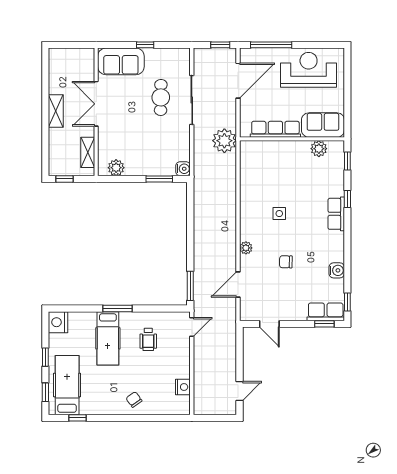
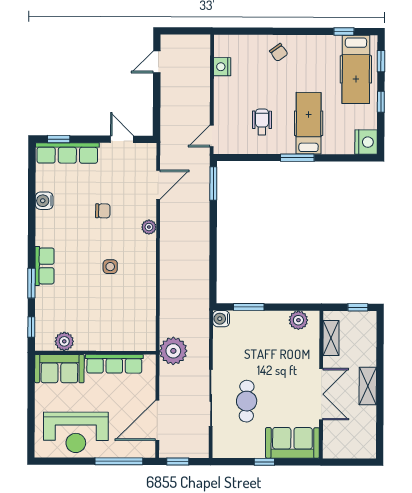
window: (347, 199) -> (31, 283), width x1.50
window: (347, 302) -> (32, 164), removed
row of seats: (326, 312) -> (67, 153), width x1.48

